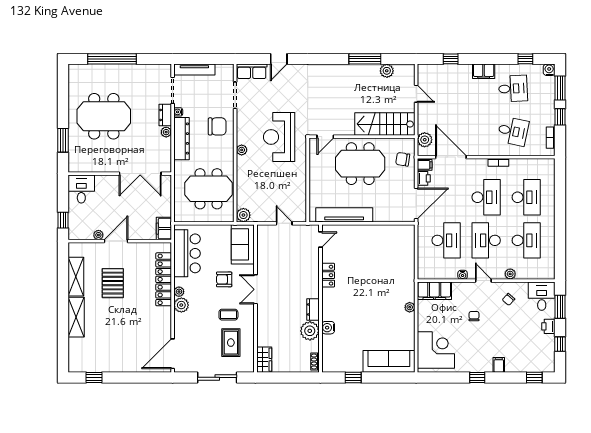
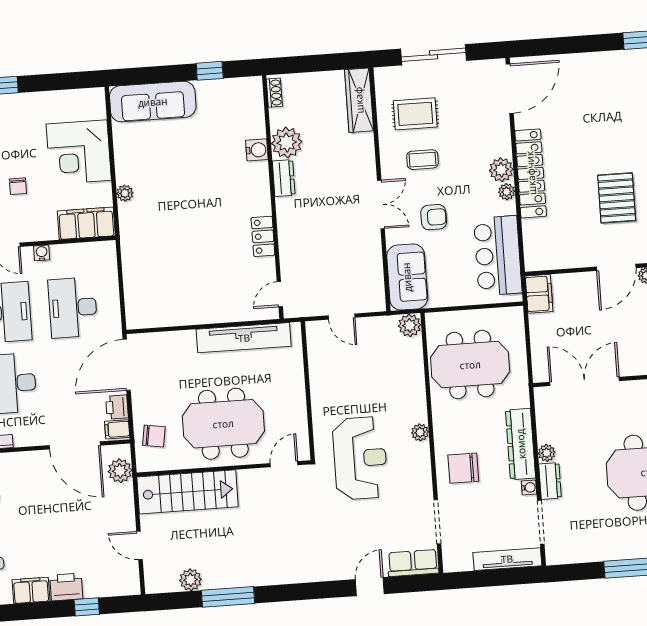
printer: (462, 72) -> (66, 587), added
locker: (164, 279) -> (531, 173), moved
rug: (231, 343) -> (415, 114), turned 90
corner desk: (436, 350) -> (79, 152), moved
wardrobe: (264, 360) -> (359, 100), width x1.50

